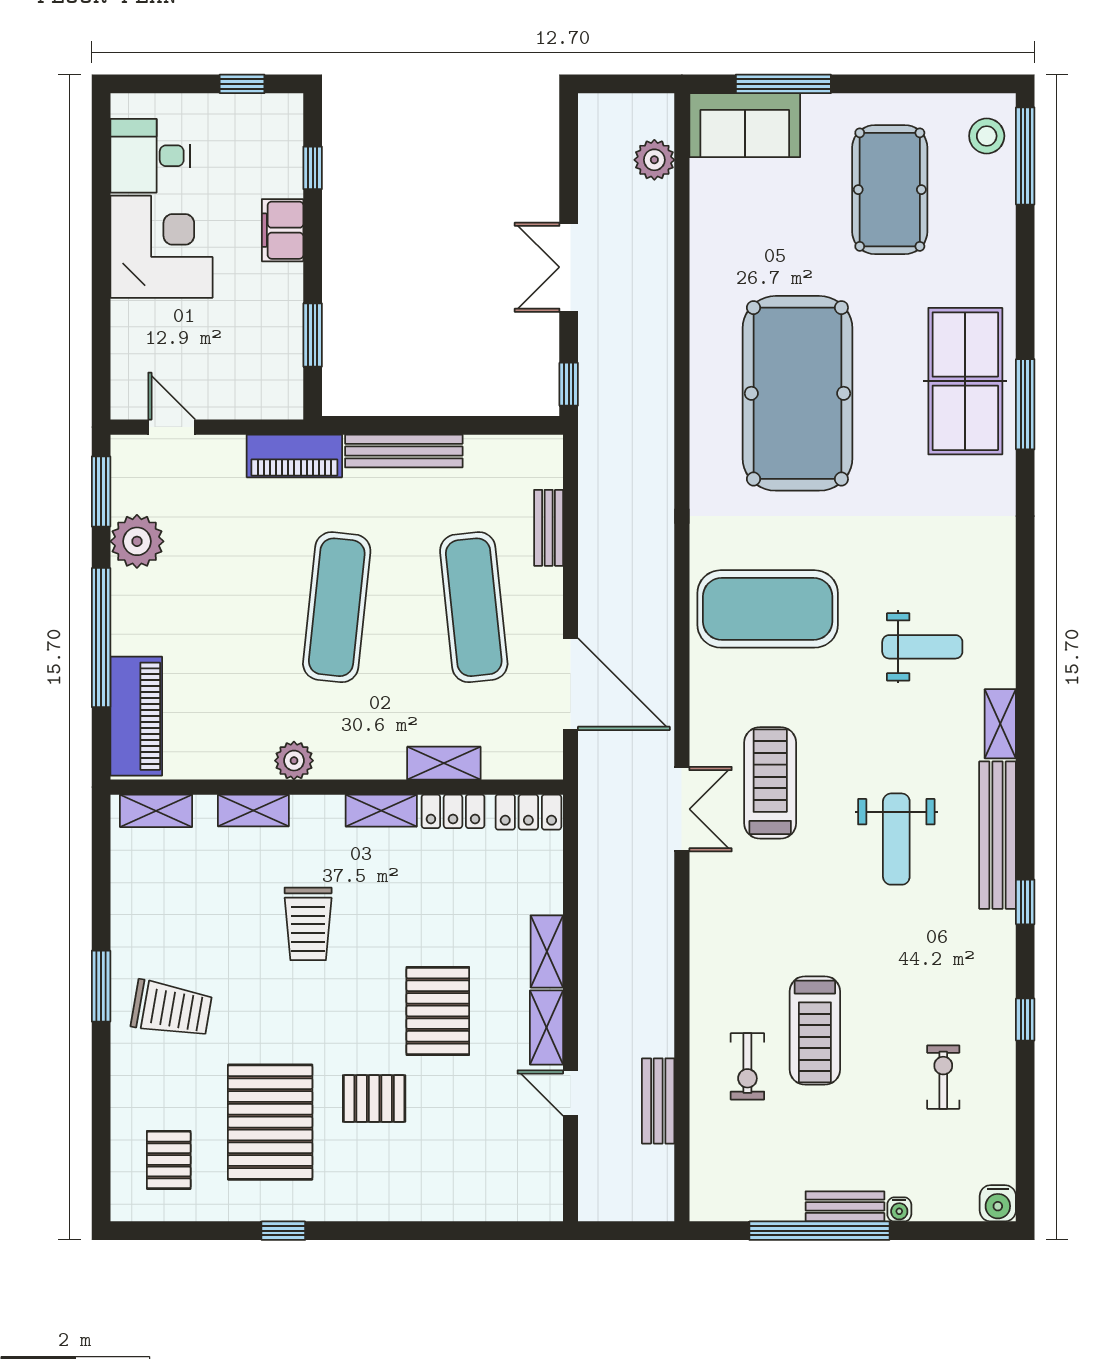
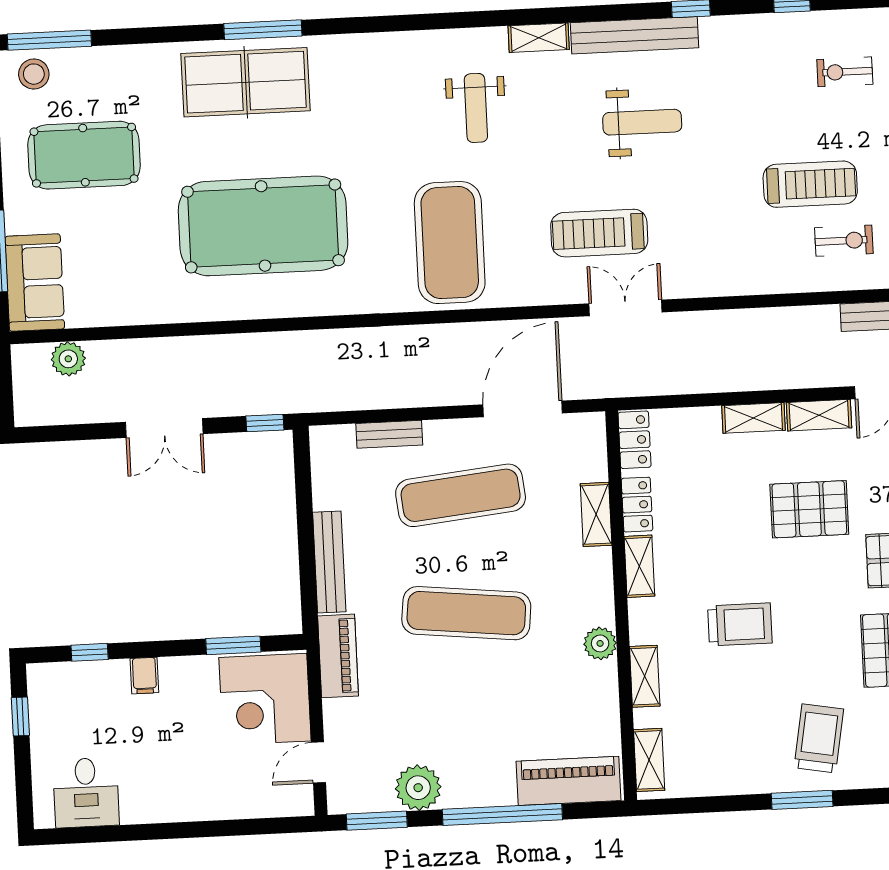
filing cabinet: (283, 230) -> (144, 676), width x0.50
corner desk: (161, 247) -> (265, 699), moved, turned -90
weight bench: (922, 647) -> (476, 108), turned 180

